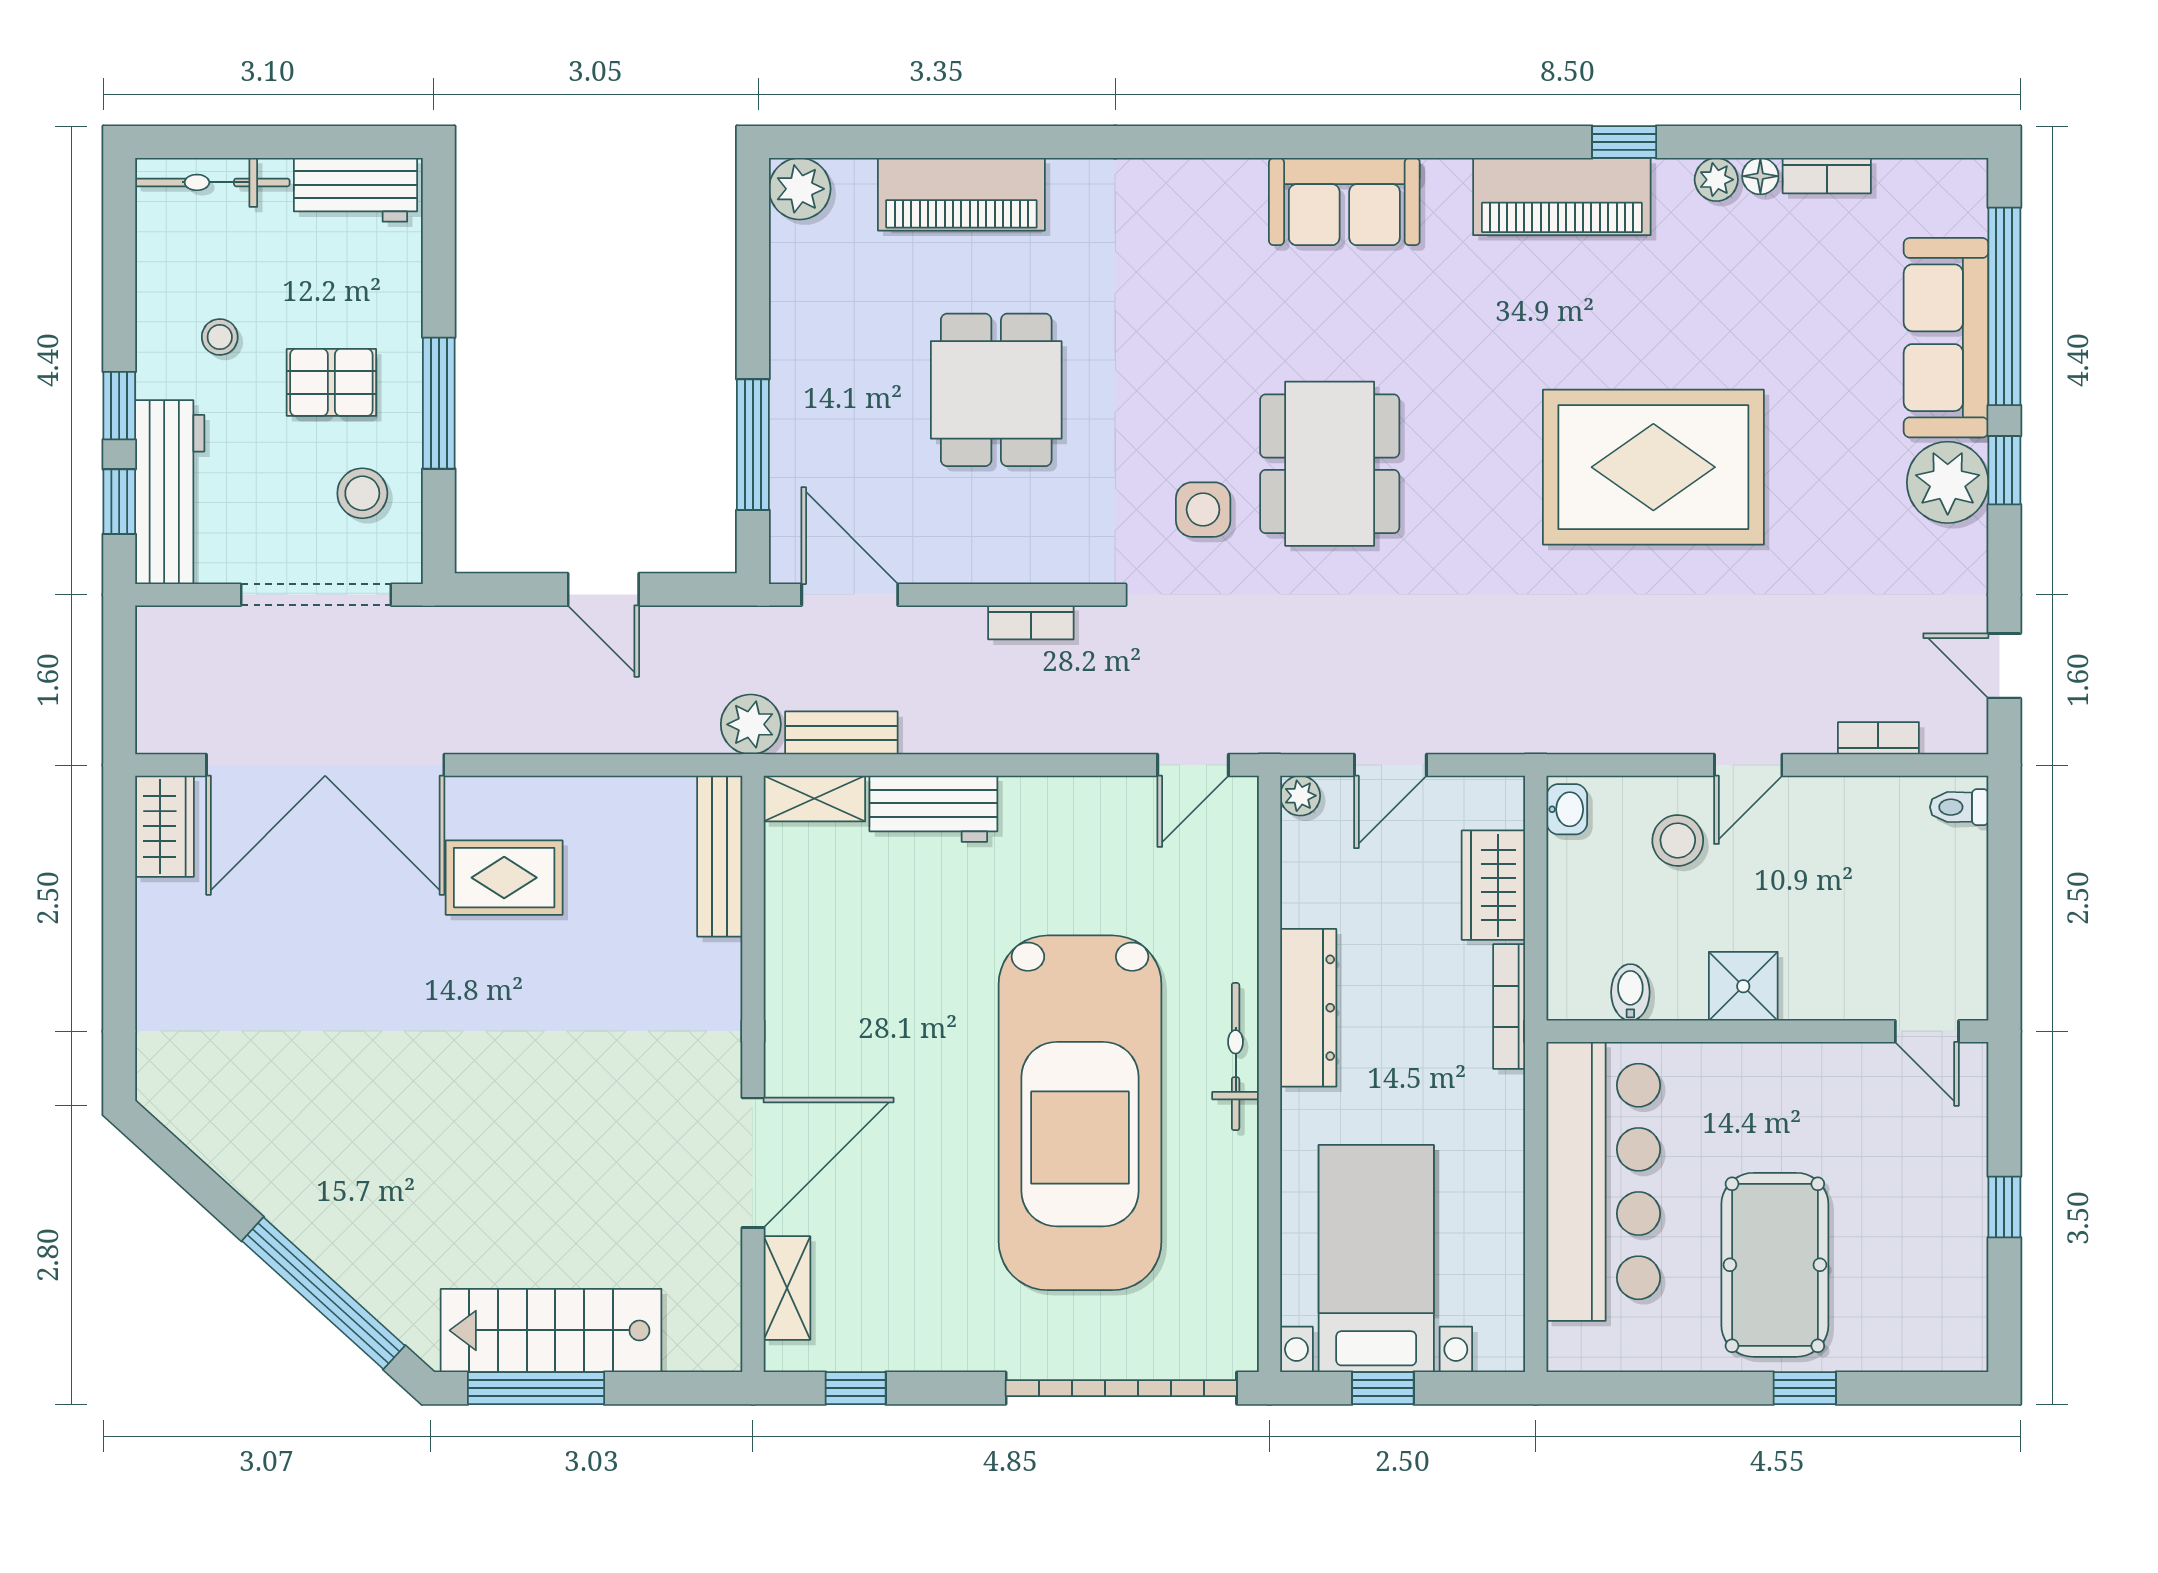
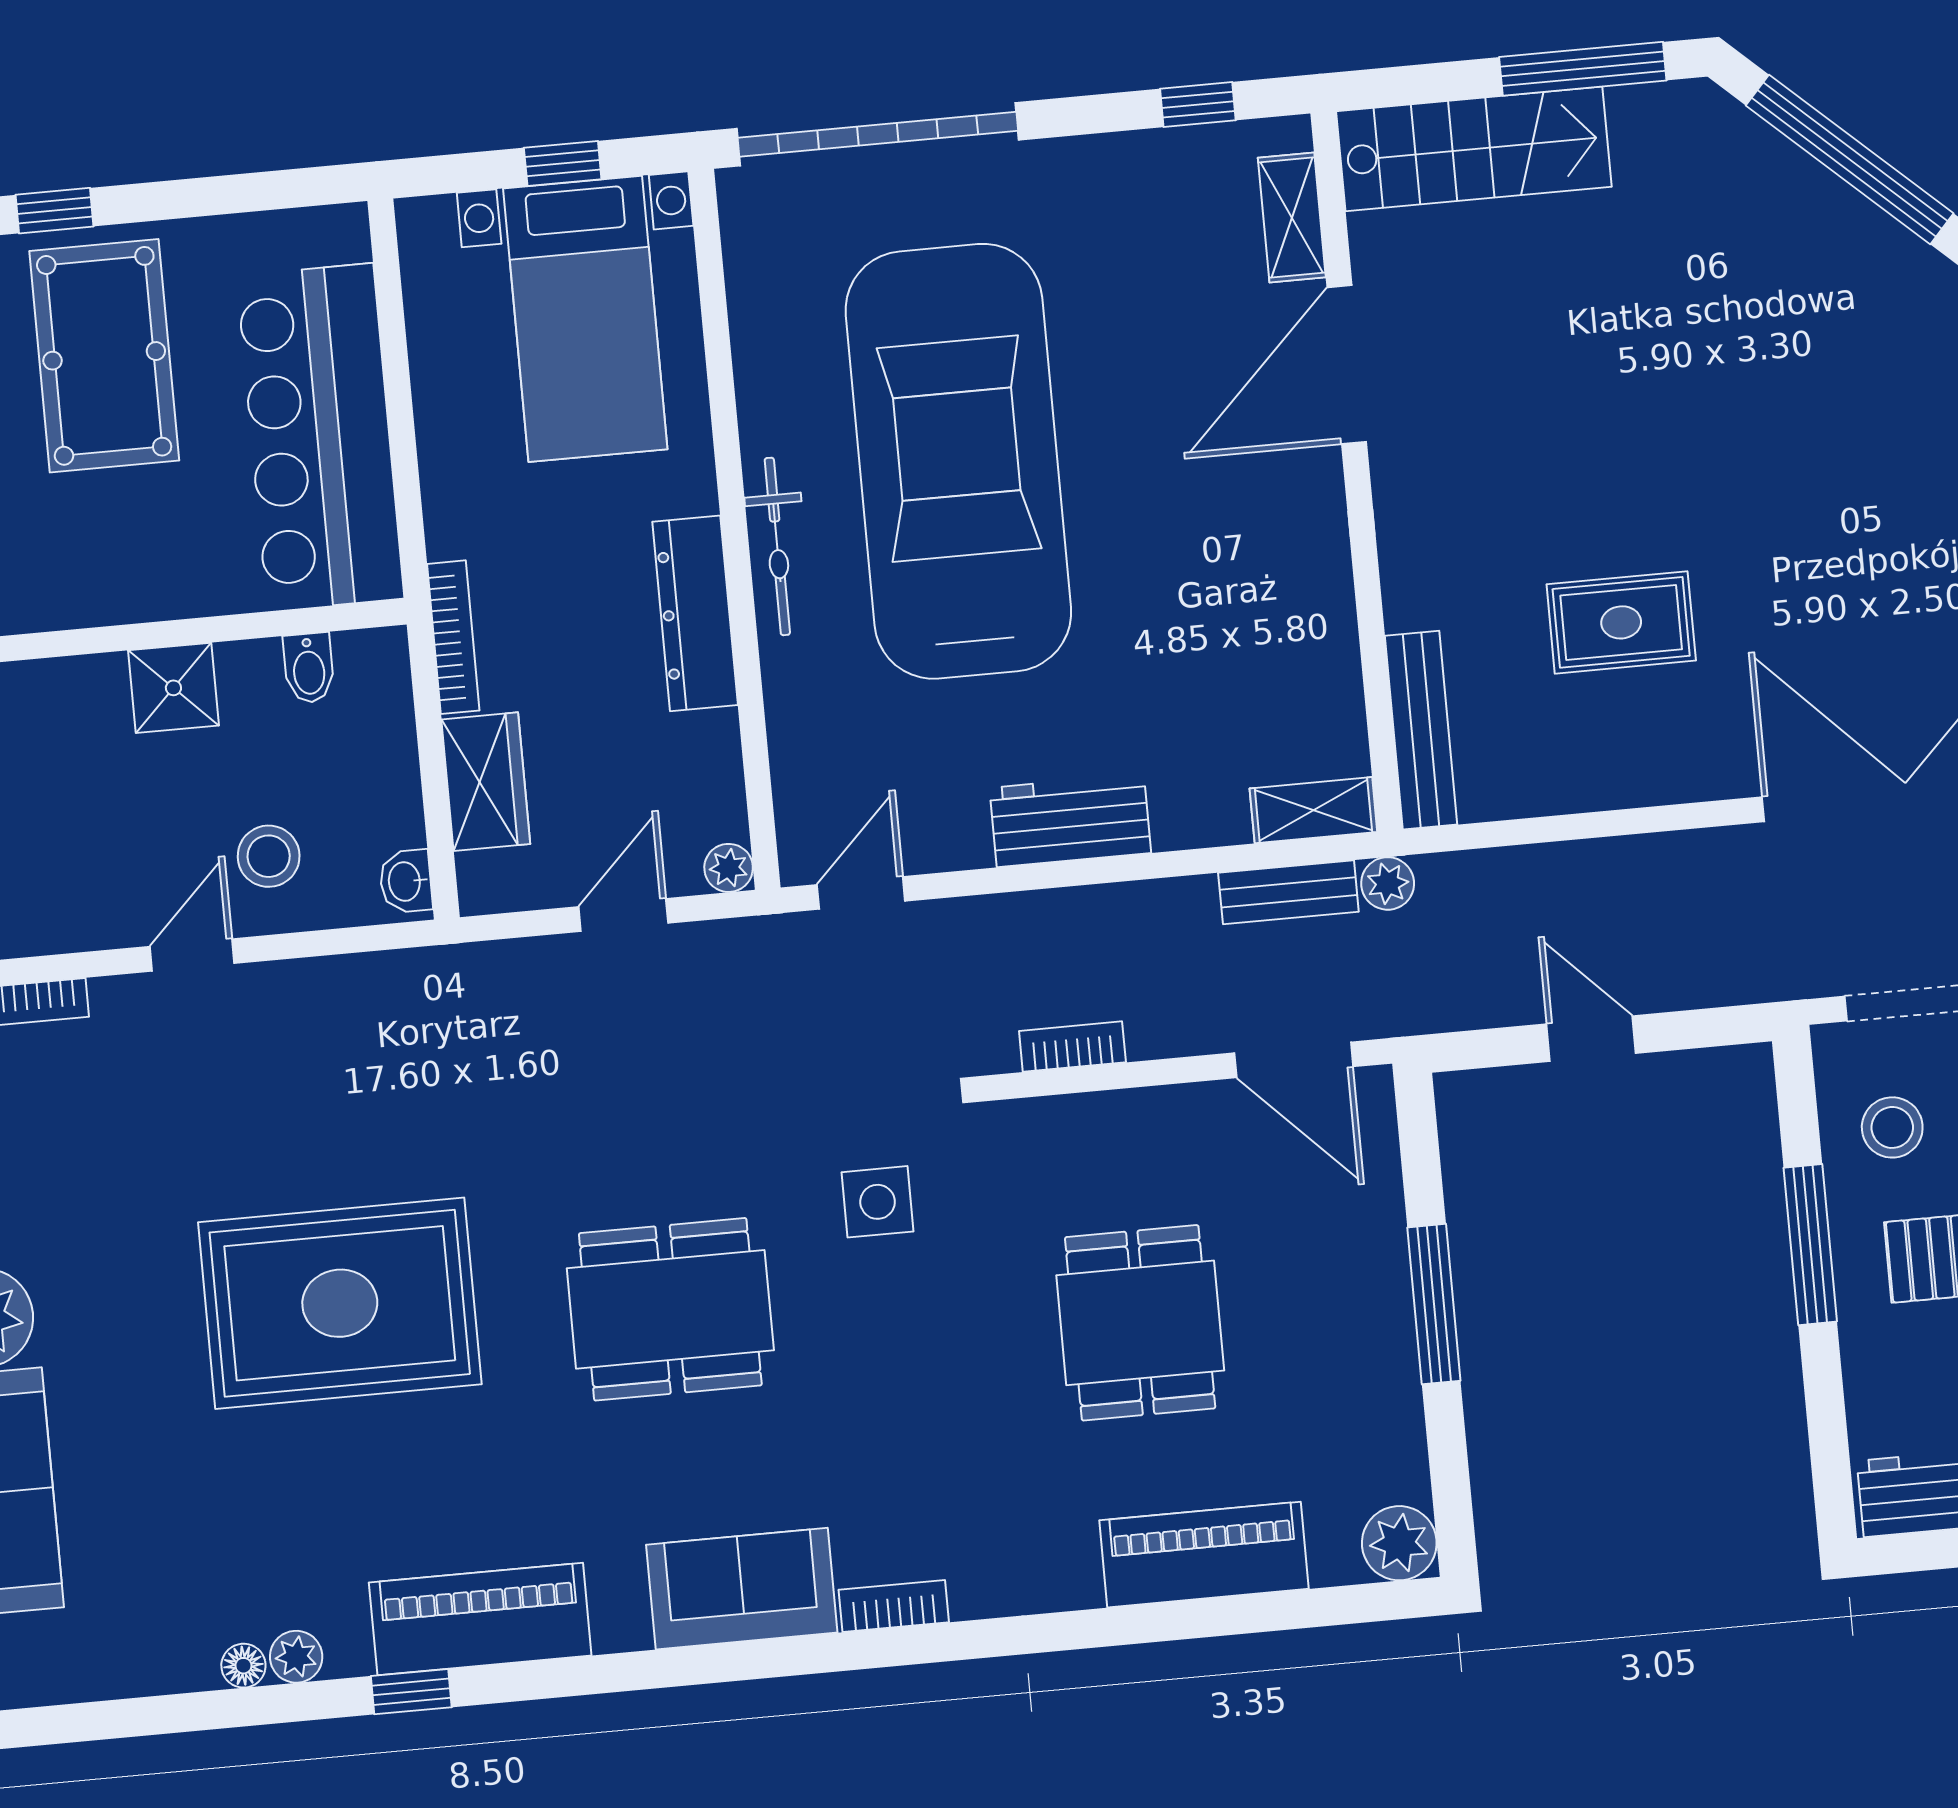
bookcase: (1827, 176) -> (894, 1606), moved
window: (753, 445) -> (1434, 1304), moved
dining table: (1330, 464) -> (670, 1309), moved, turned 90
plant: (751, 724) -> (1388, 883), width x0.73, depth x0.73
workbench: (933, 809) -> (1070, 820), moved
rug: (504, 878) -> (1621, 622), moved
stairs: (551, 1330) -> (1474, 149), moved

